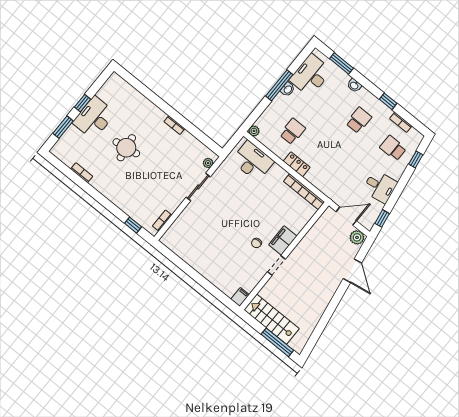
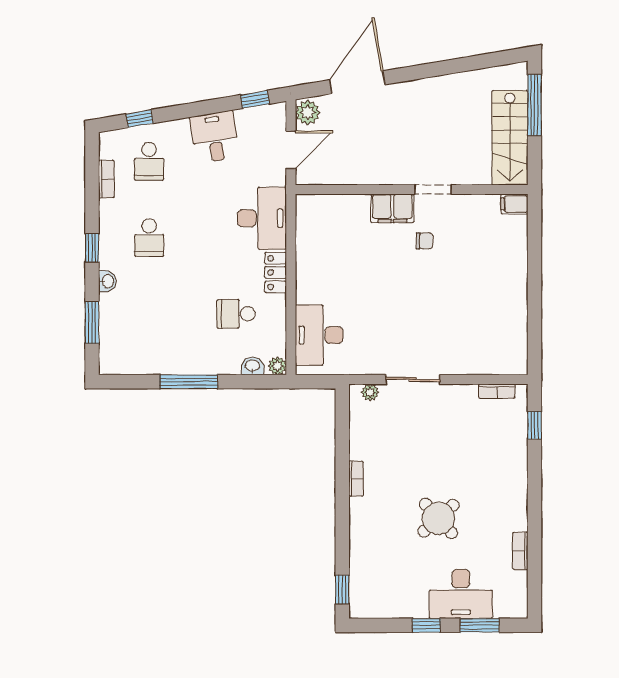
desk: (311, 75) -> (262, 218), moved, turned -90
window: (129, 78) -> (342, 590), added
washbasin: (288, 89) -> (253, 366), moved
window: (388, 101) -> (92, 248), moved
desk: (94, 118) -> (461, 594), moved
school desk: (359, 120) -> (149, 238), turned -90
round table: (126, 148) -> (438, 518), turned -33
bookcase: (304, 192) -> (304, 233), removed
door: (346, 216) -> (291, 150), swing flipped
door: (352, 271) -> (357, 82), width x1.36

